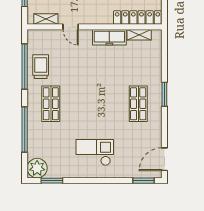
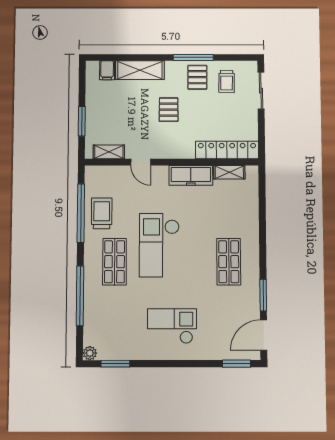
checkout: (85, 91) -> (159, 245), added
window: (164, 94) -> (263, 295), moved
plant: (37, 168) -> (90, 353), width x0.53, depth x0.53

